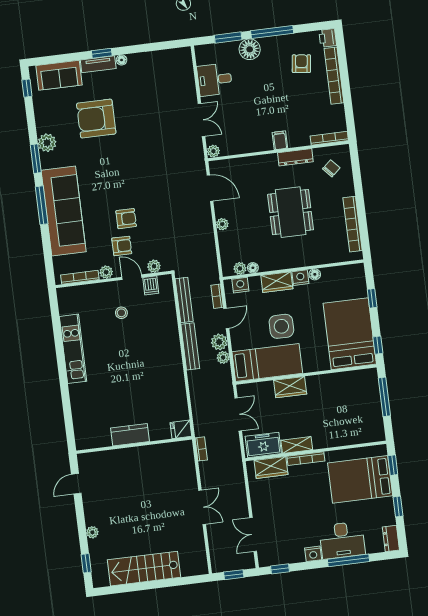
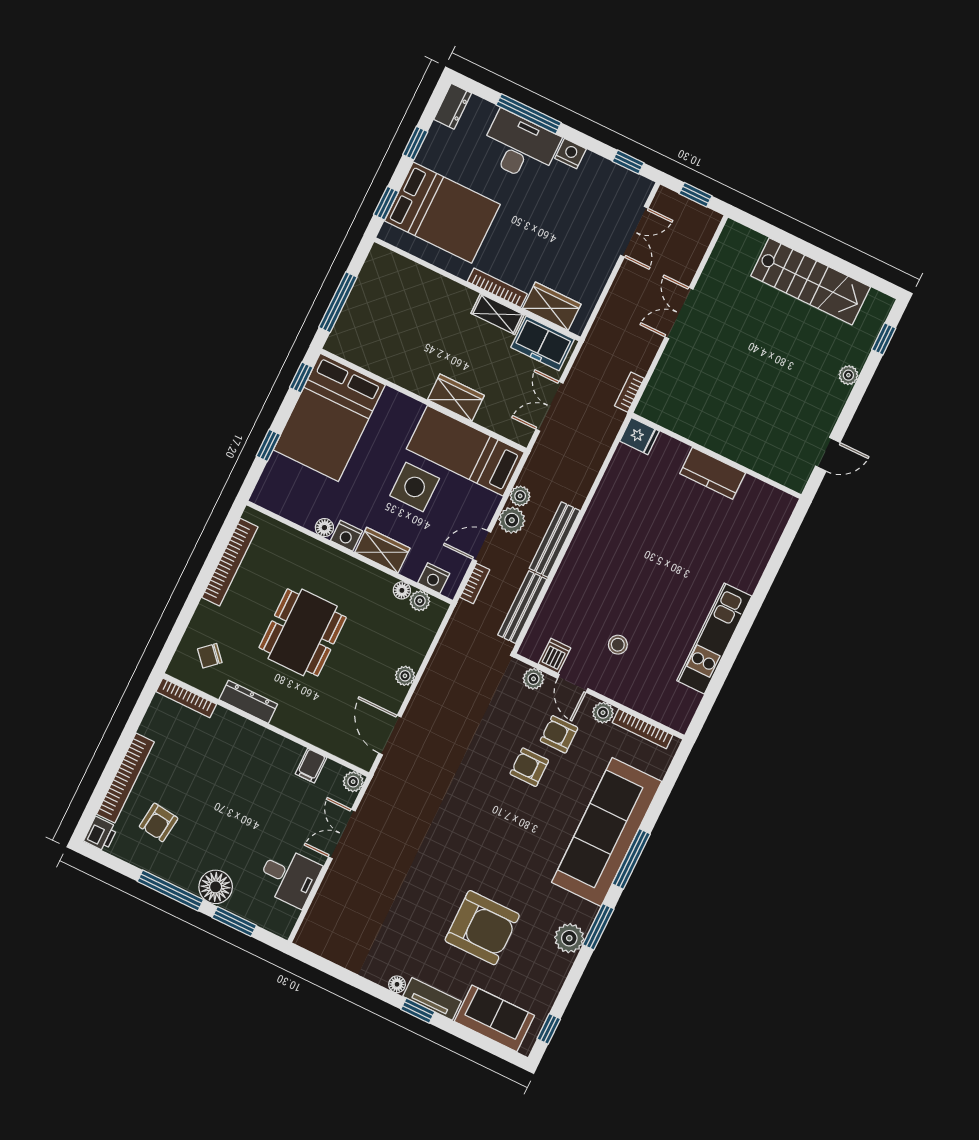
filing cabinet: (280, 140) -> (311, 766), moved

